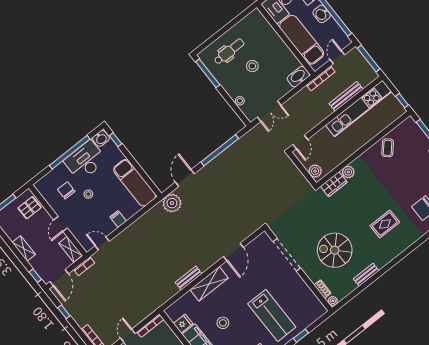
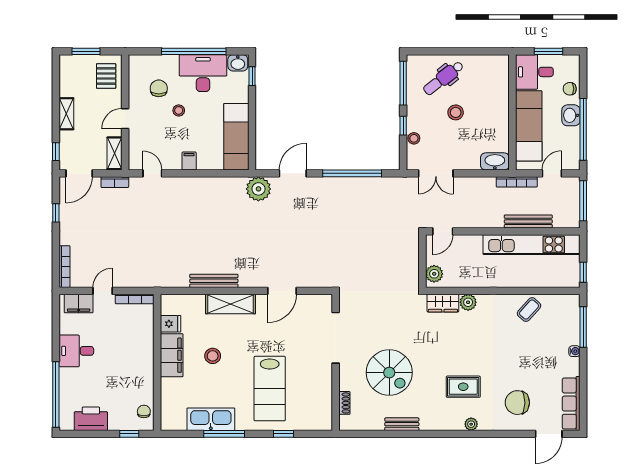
dental chair: (229, 52) -> (443, 78), turned 142
window: (228, 98) -> (403, 126), added
pallet: (30, 208) -> (106, 76), turned 90
spiral stairs: (335, 250) -> (389, 373), turned 180
bench: (189, 278) -> (214, 281), width x1.36
plant: (333, 301) -> (471, 424), moved

